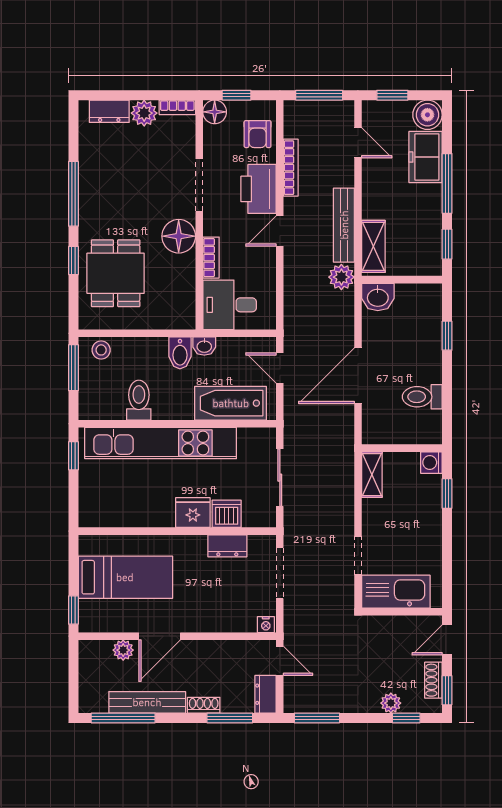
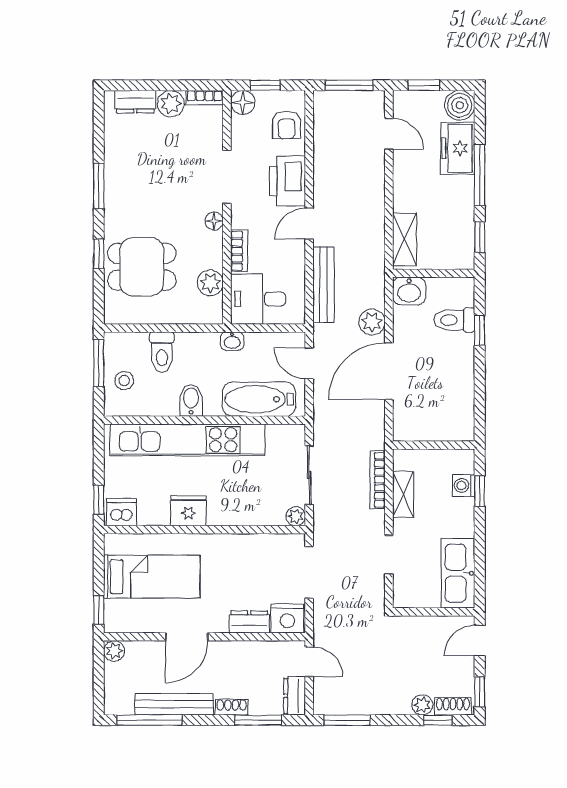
bookcase: (291, 168) -> (378, 480), moved, turned 180
window: (73, 194) -> (99, 186), width x0.69
bench: (344, 225) -> (323, 285), moved
floor lamp: (179, 236) -> (214, 221), width x0.53, depth x0.53
dining table: (116, 273) -> (142, 267), turned 90
plant: (341, 277) -> (372, 322), moved
plant: (183, 289) -> (210, 283), added
stool: (101, 350) -> (124, 381), moved
bidet: (180, 353) -> (191, 400), moved, turned 180
toilet: (422, 397) -> (454, 320), moved
toilet: (139, 400) -> (162, 352), moved, turned 180
window: (73, 456) -> (99, 500), moved
washing machine: (431, 463) -> (464, 485), moved
shelving: (372, 475) -> (403, 494), moved
fridge: (193, 513) -> (188, 511), moved
dishwasher: (227, 514) -> (122, 512), moved
plant: (267, 518) -> (296, 516), added
dresser: (227, 546) -> (249, 622), moved, turned 180
kitchen sink: (396, 592) -> (458, 573), moved, turned -90
nightstand: (266, 625) -> (287, 618), width x1.89, depth x1.79
plant: (123, 650) -> (114, 651), moved
shoe rack: (433, 680) -> (453, 706), moved, turned 90

